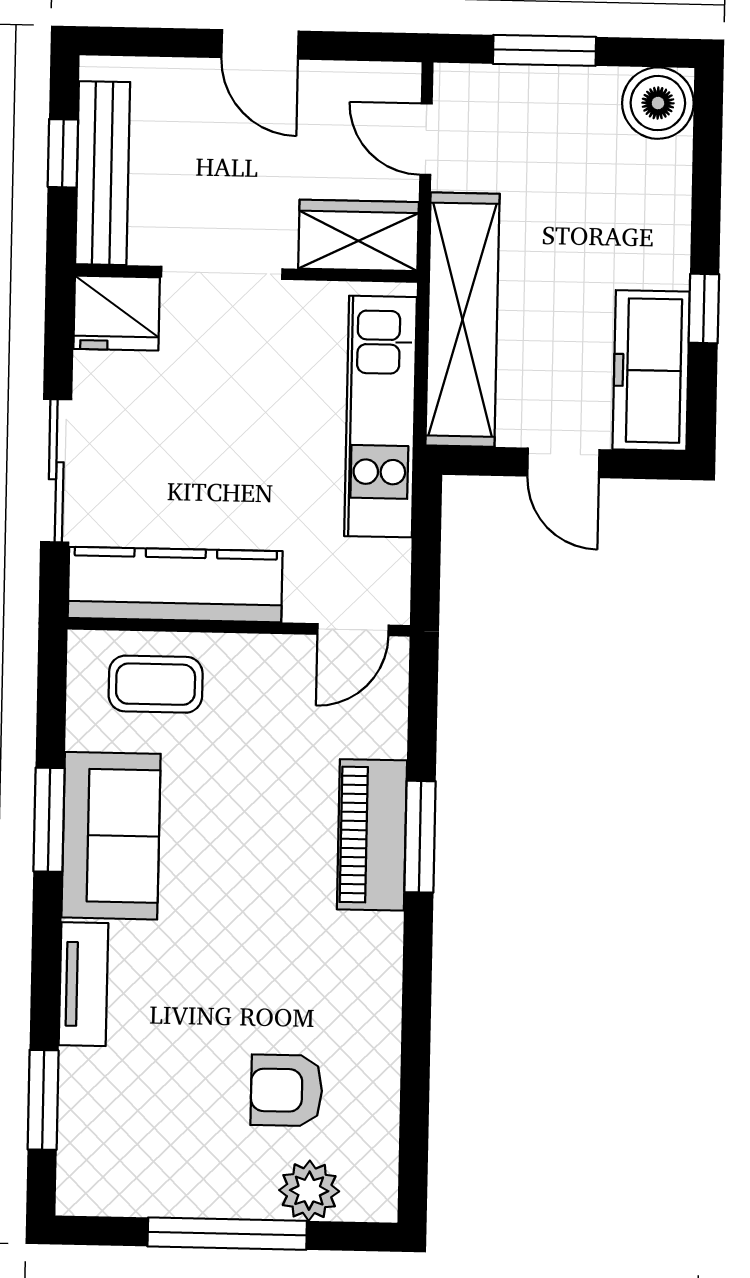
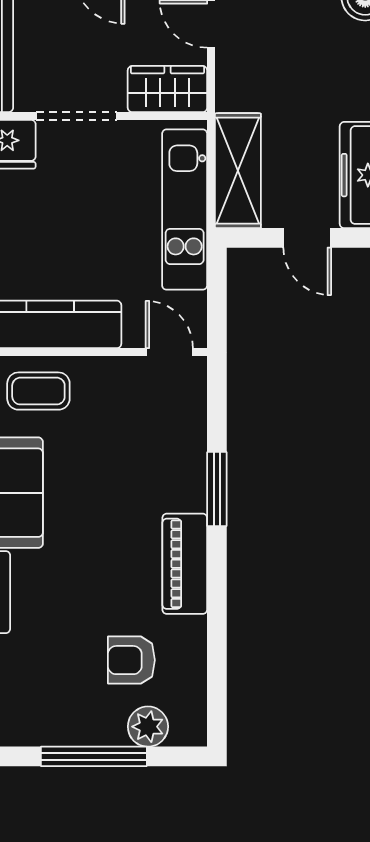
shelving: (462, 320) -> (238, 171), width x0.68
door: (353, 630) -> (169, 352), swing flipped
piano: (372, 835) -> (185, 564), moved

